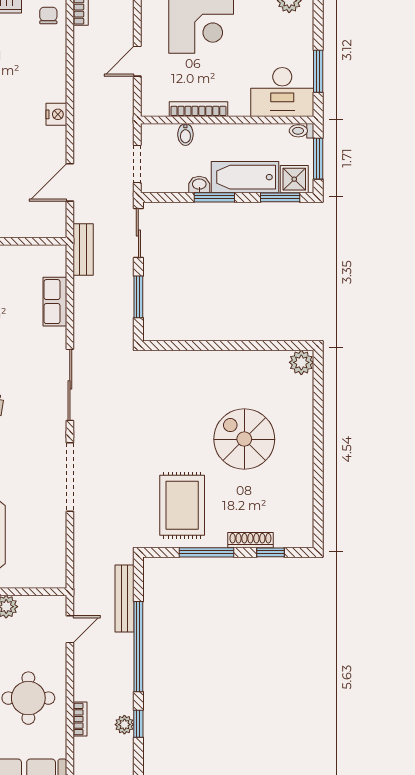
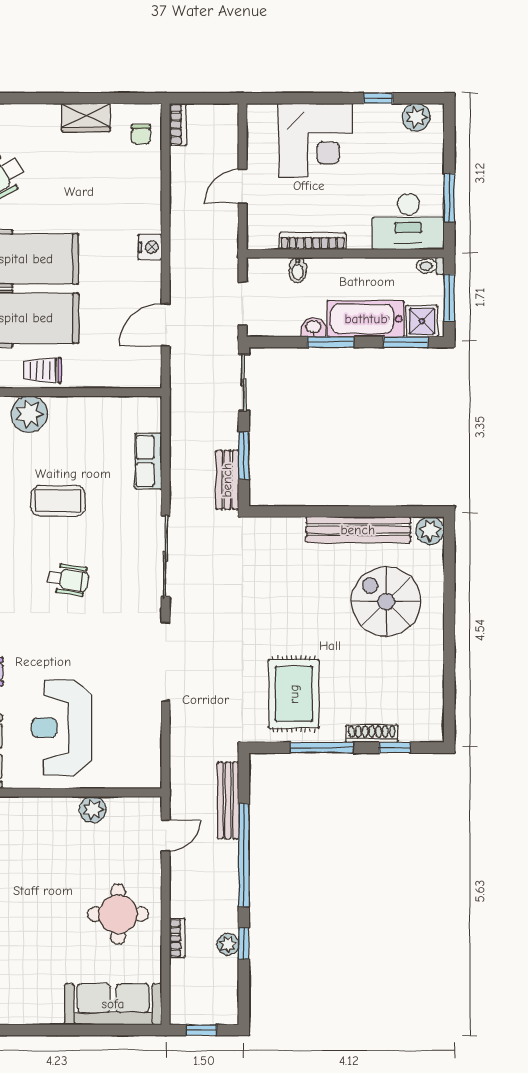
chair: (48, 16) -> (141, 134), turned 180
bench: (83, 250) -> (227, 480), moved
bench: (239, 362) -> (358, 530), added
spiral stairs: (244, 439) -> (386, 601), moved

